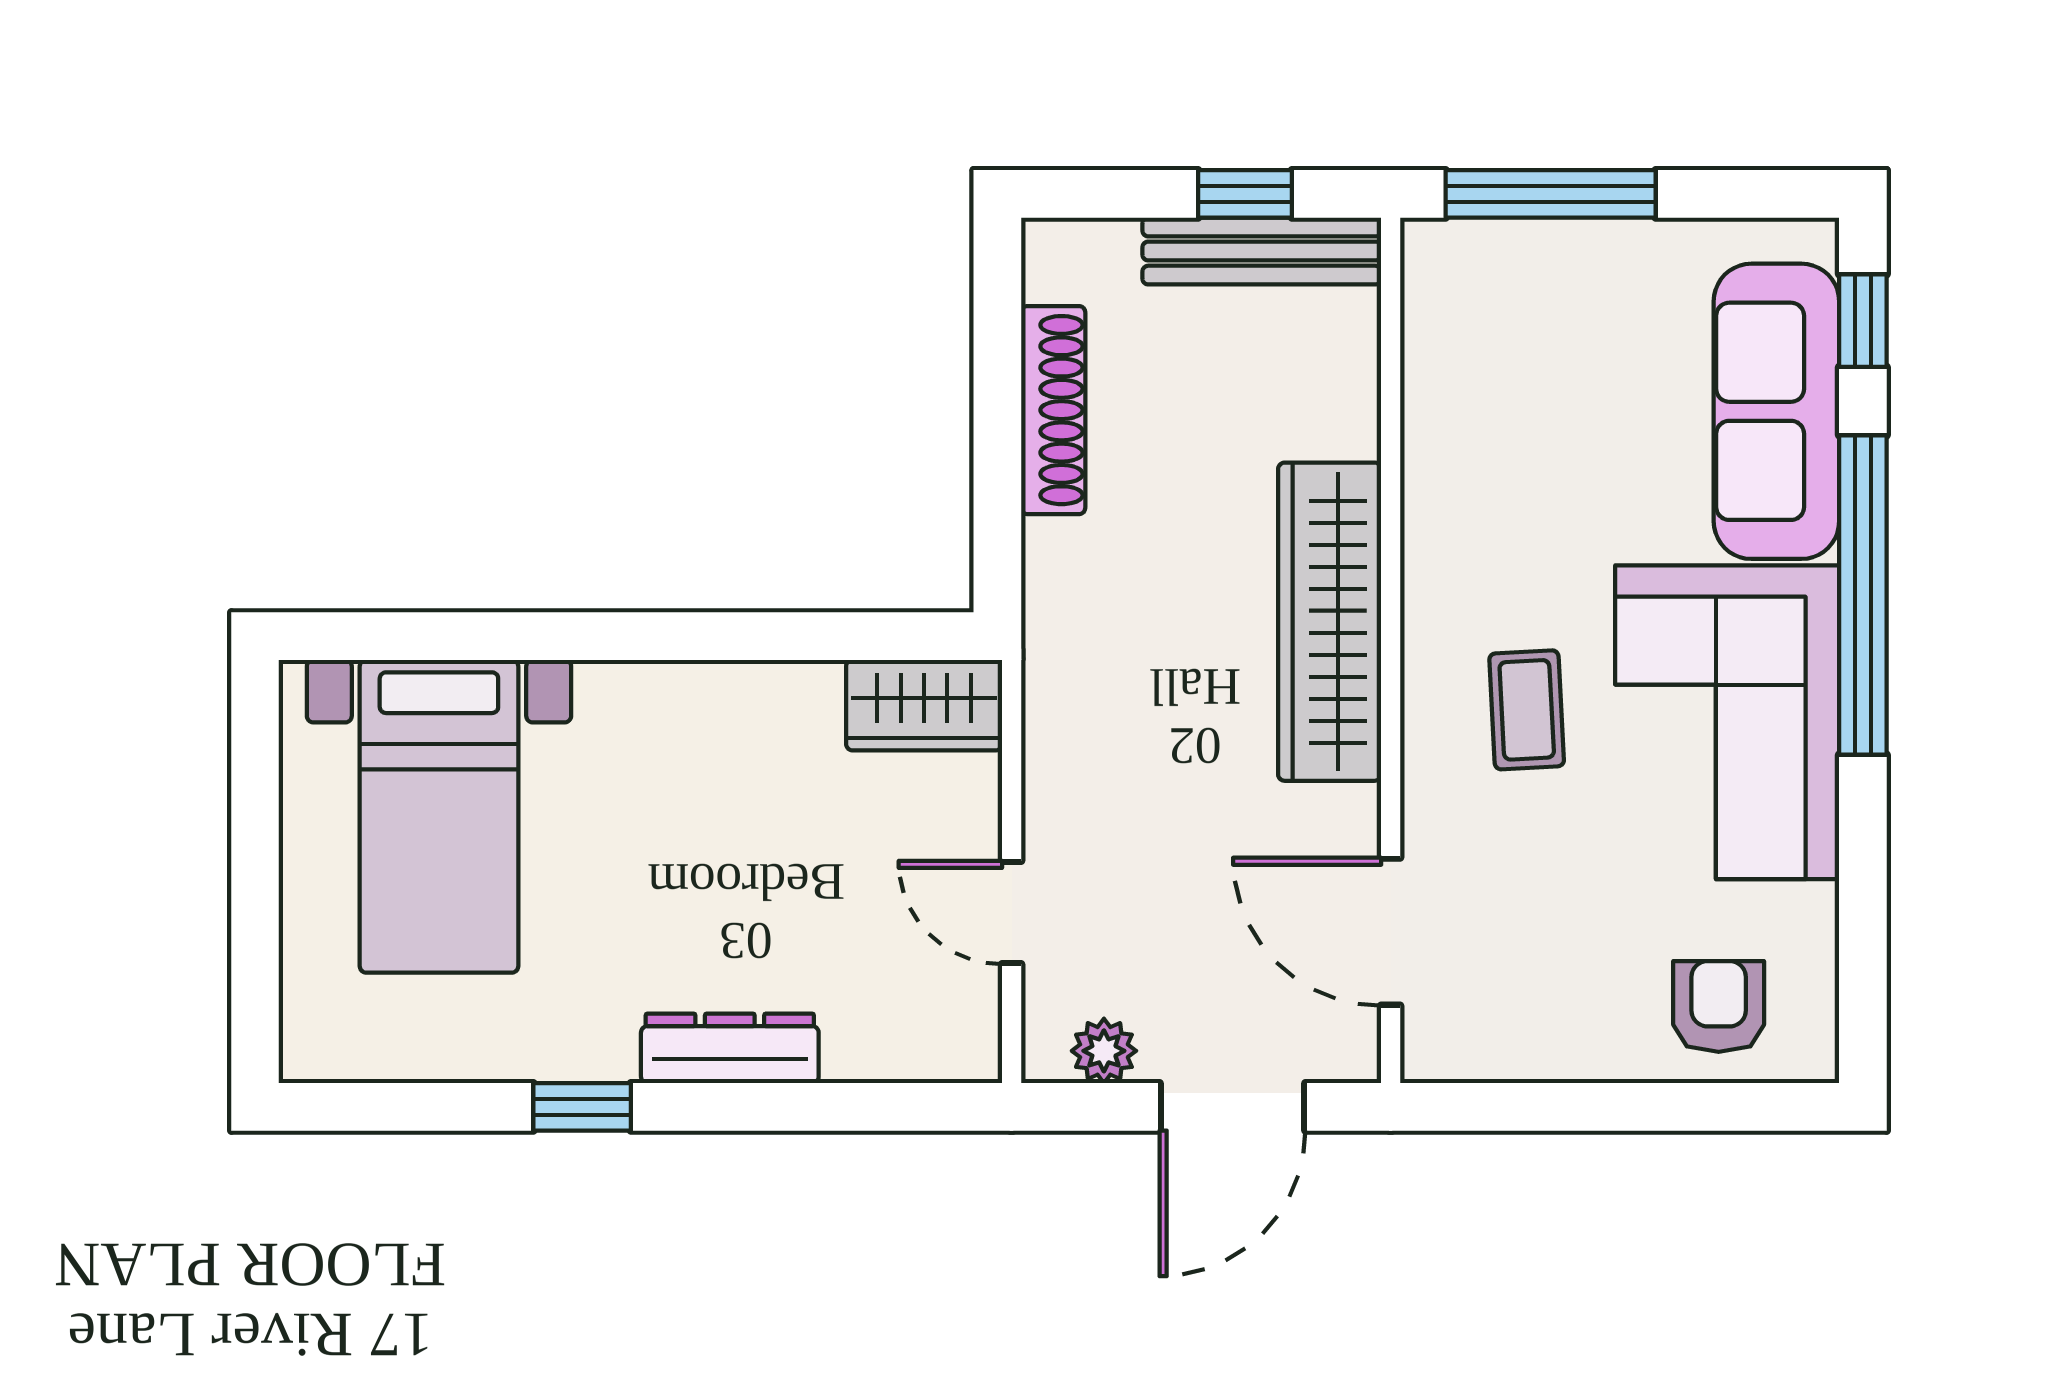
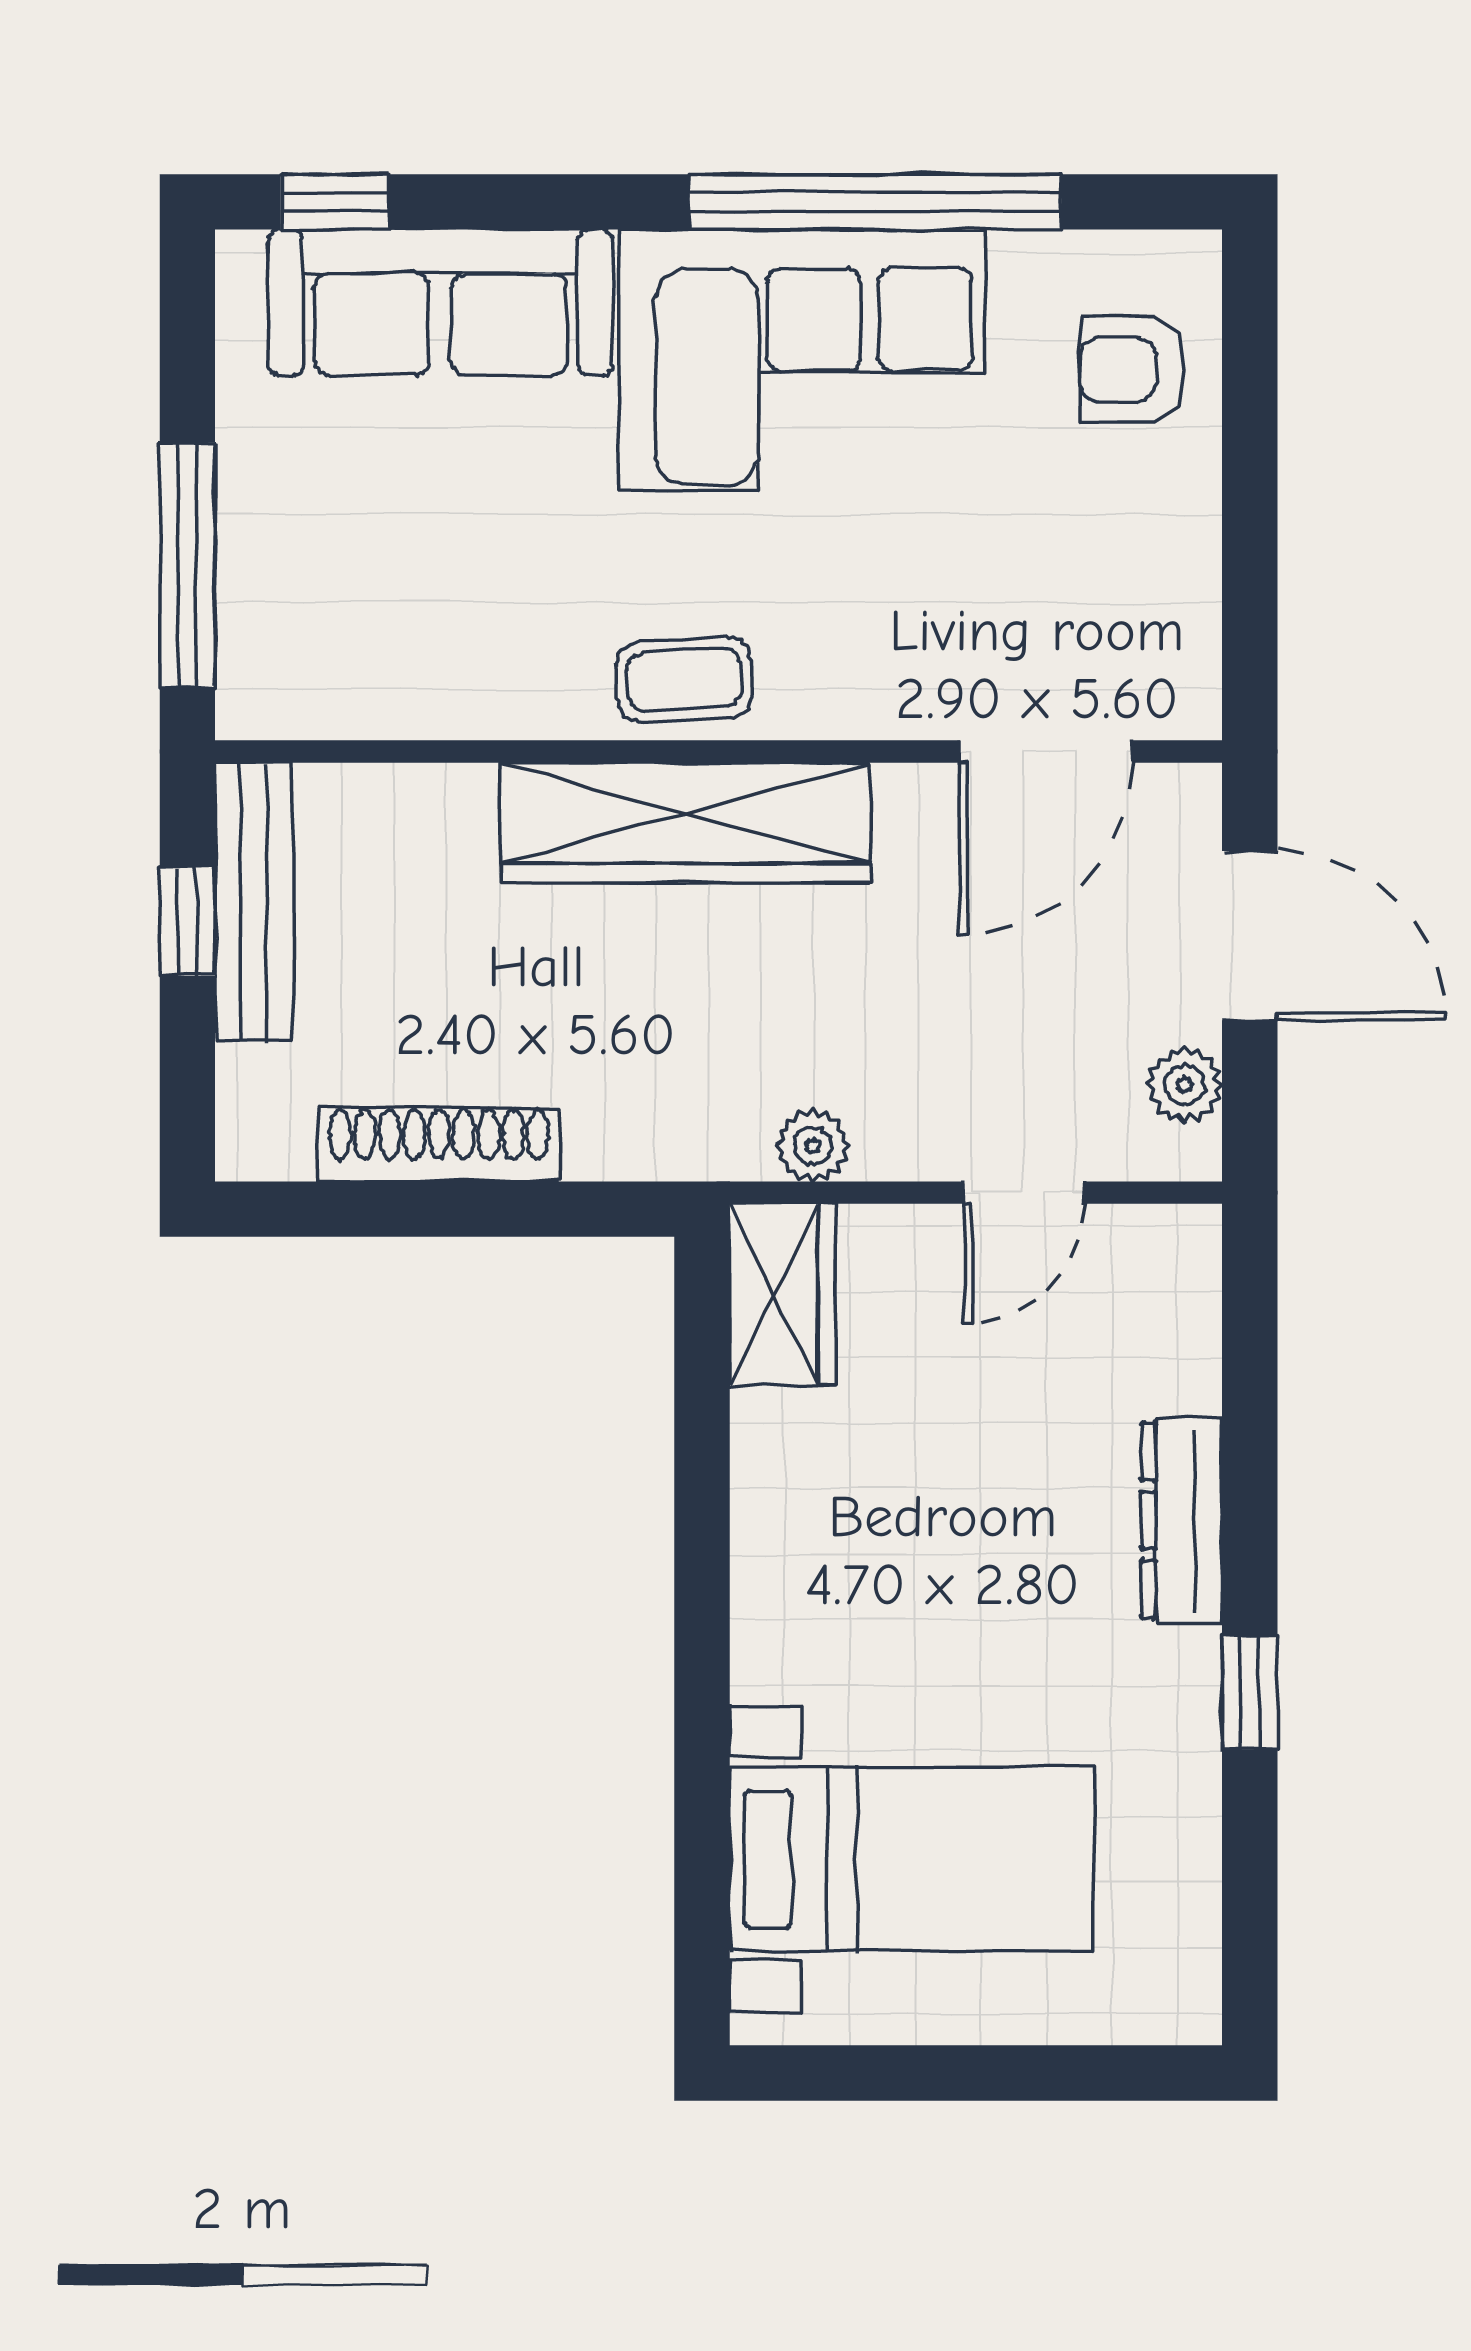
window: (1863, 595) -> (875, 202), moved
coffee table: (1527, 710) -> (684, 680), moved
plant: (1052, 731) -> (813, 1146), added

